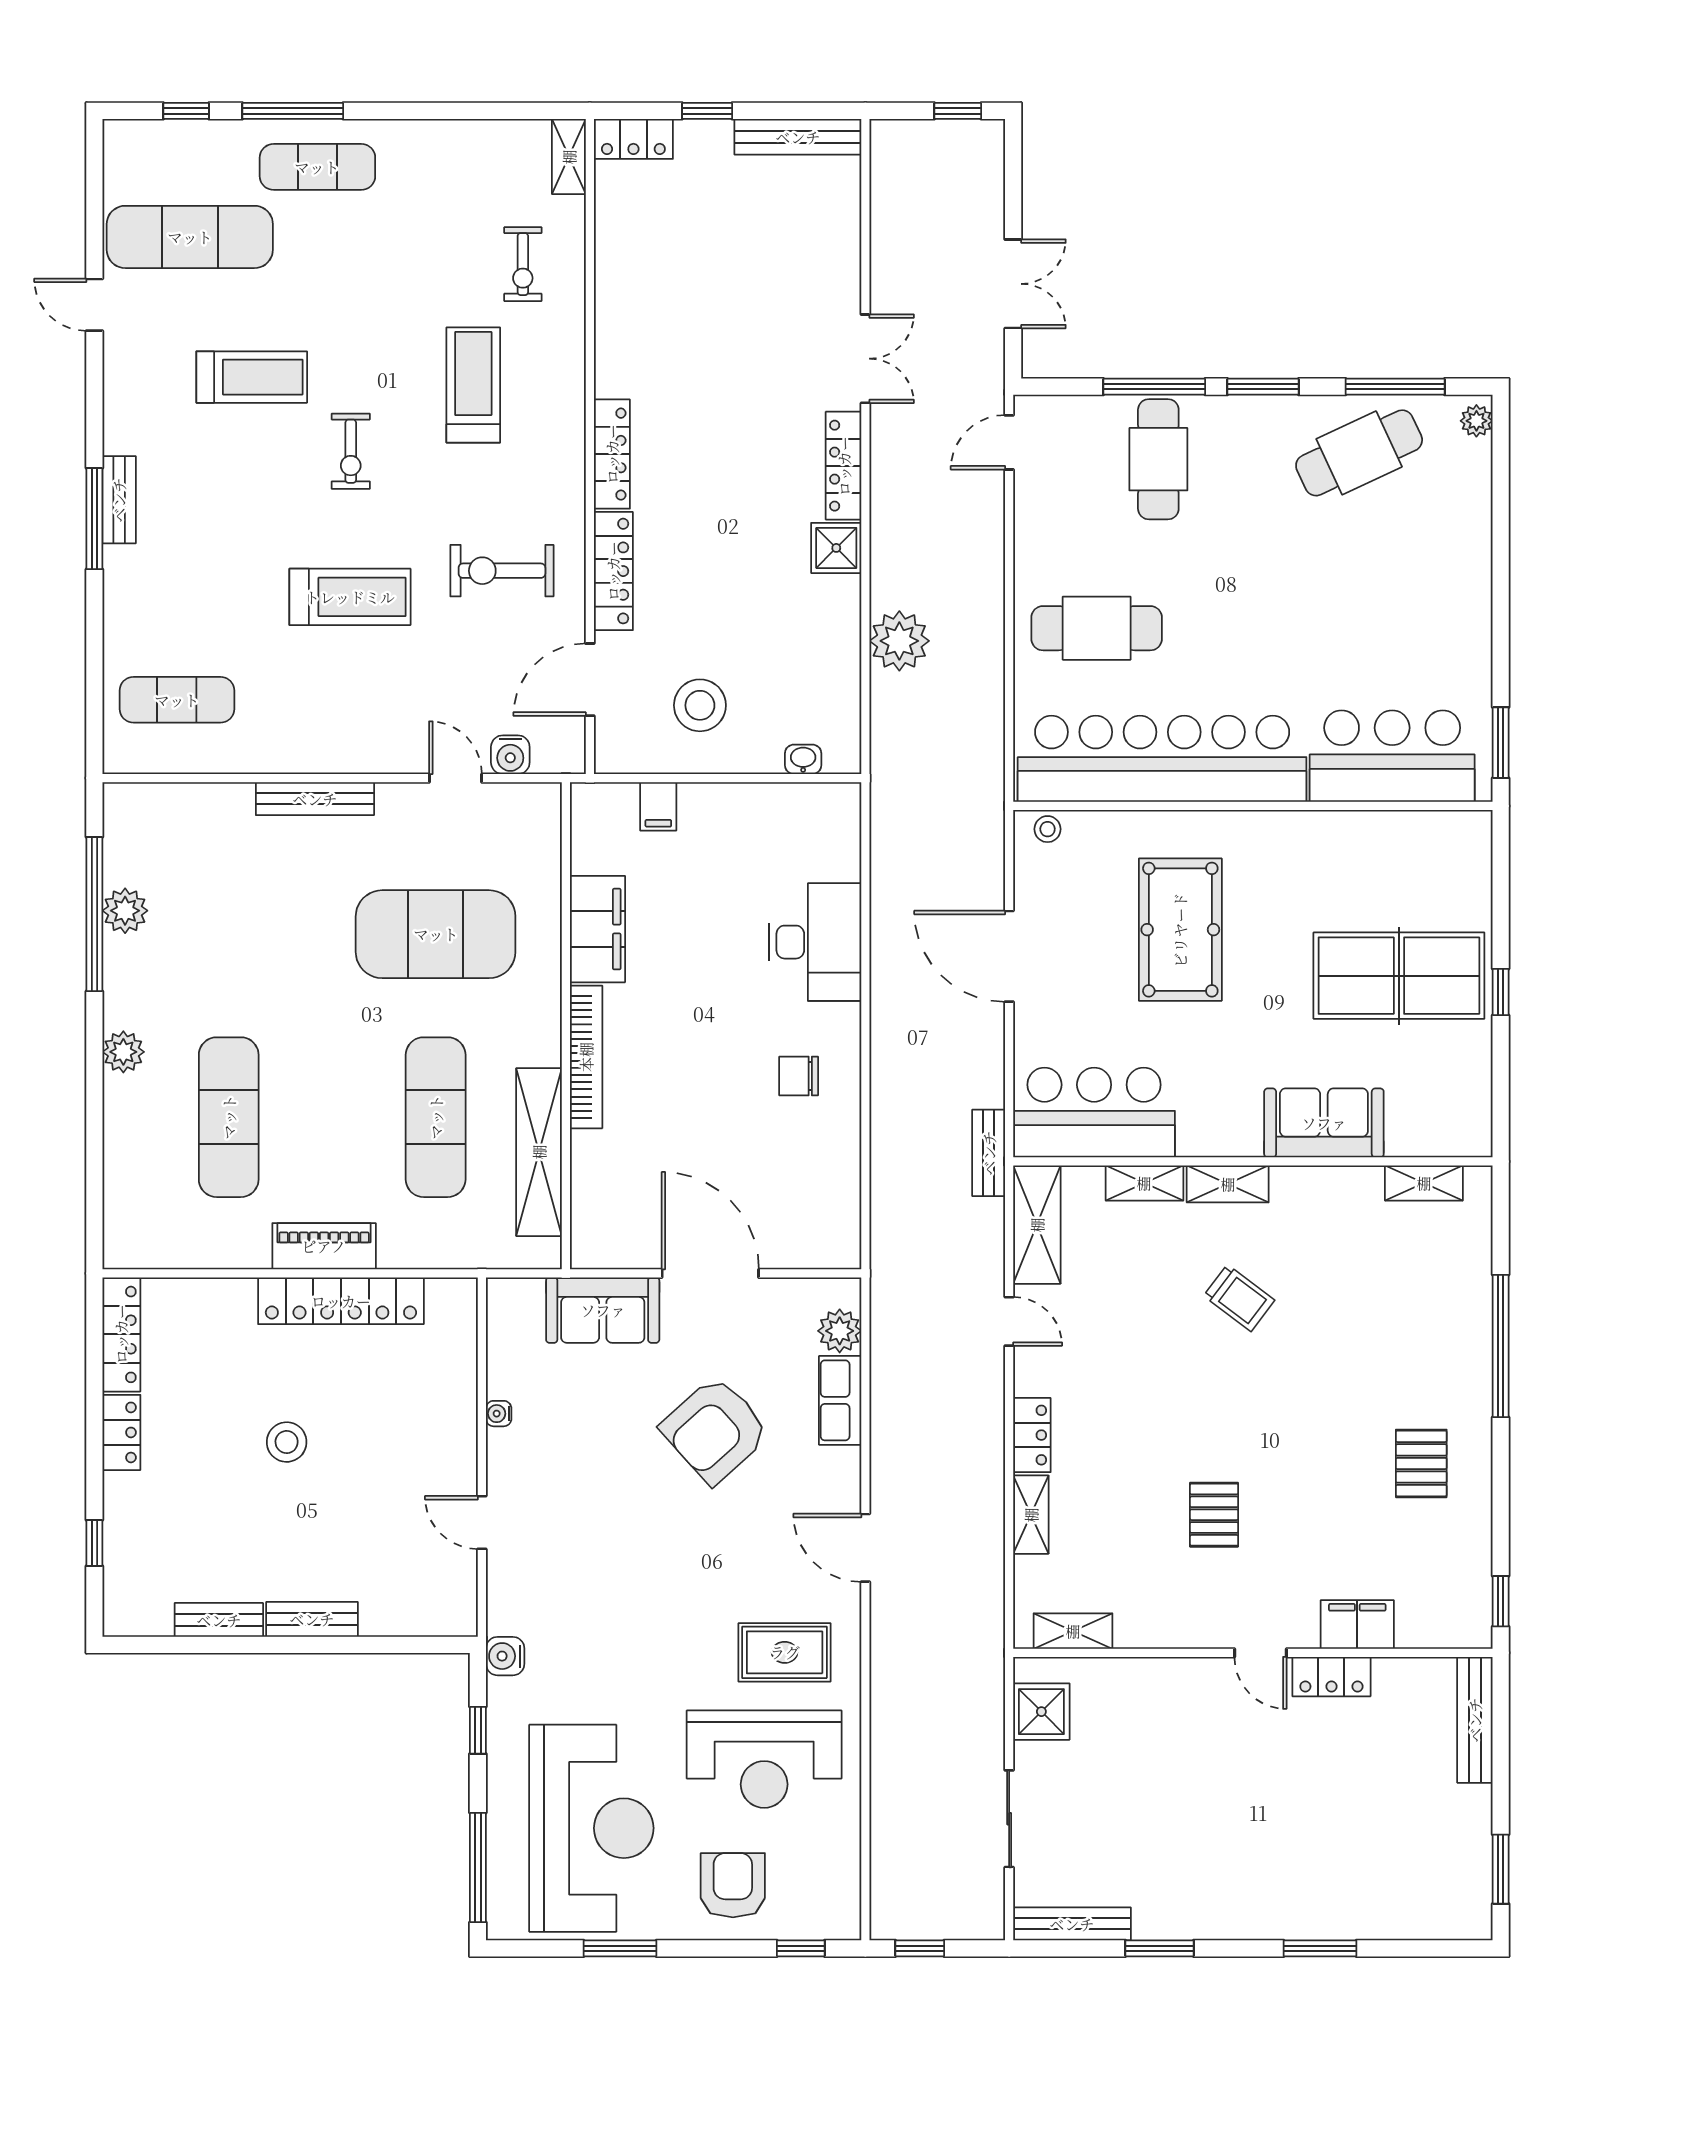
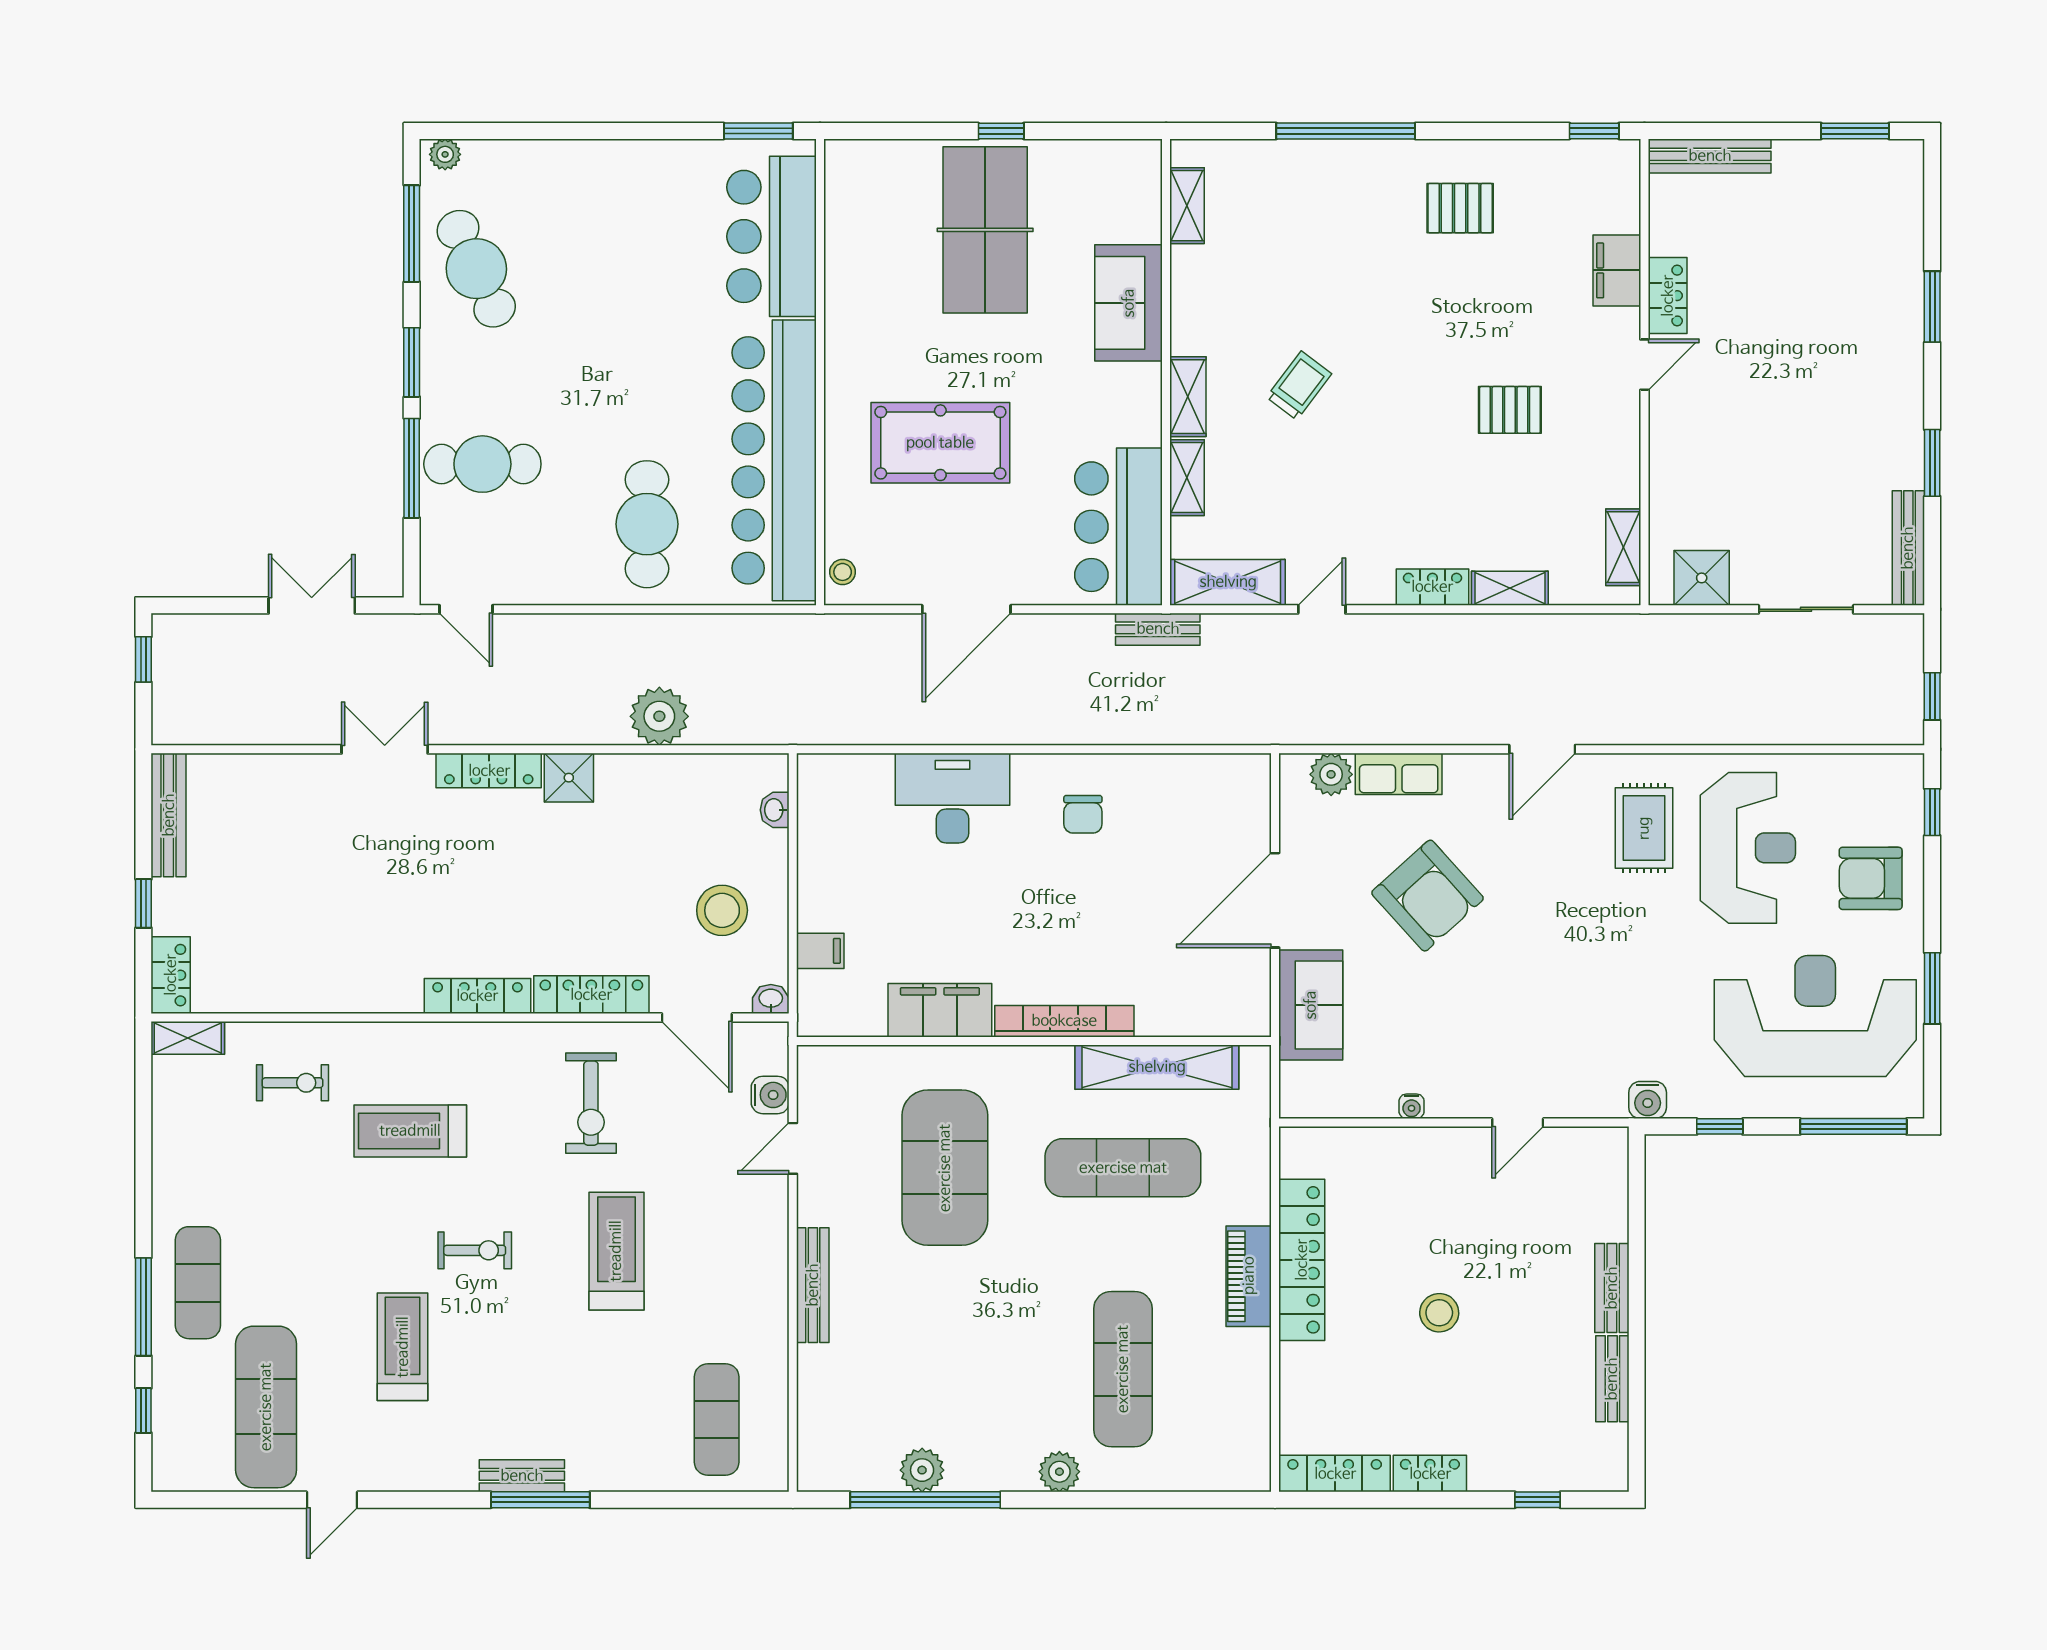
washbasin: (609, 755) -> (771, 999), added
exercise mat: (229, 1117) -> (1123, 1369), turned 90

